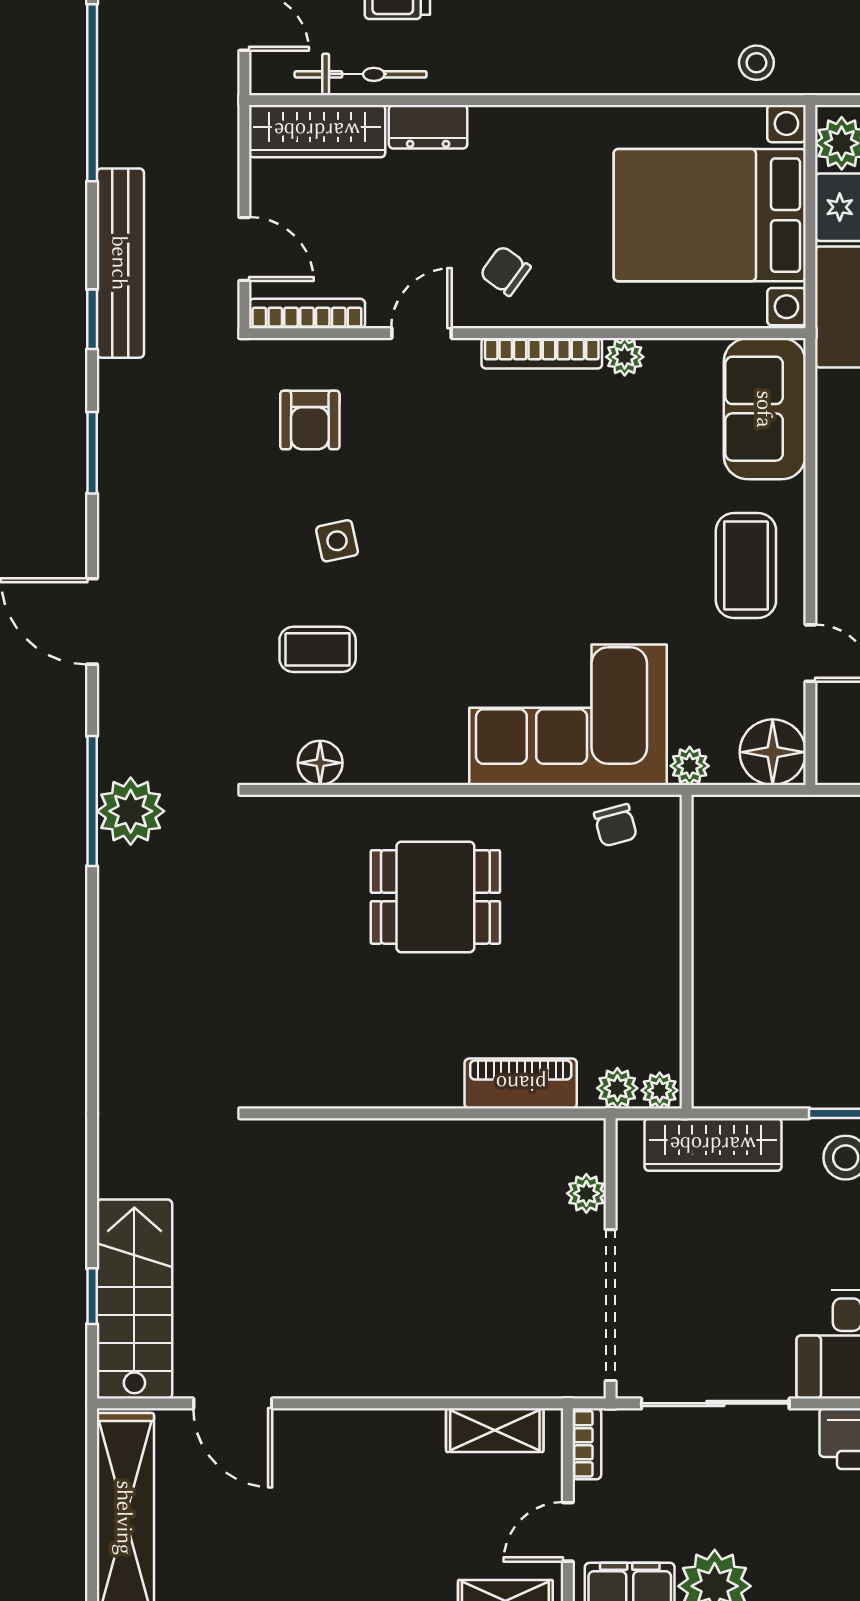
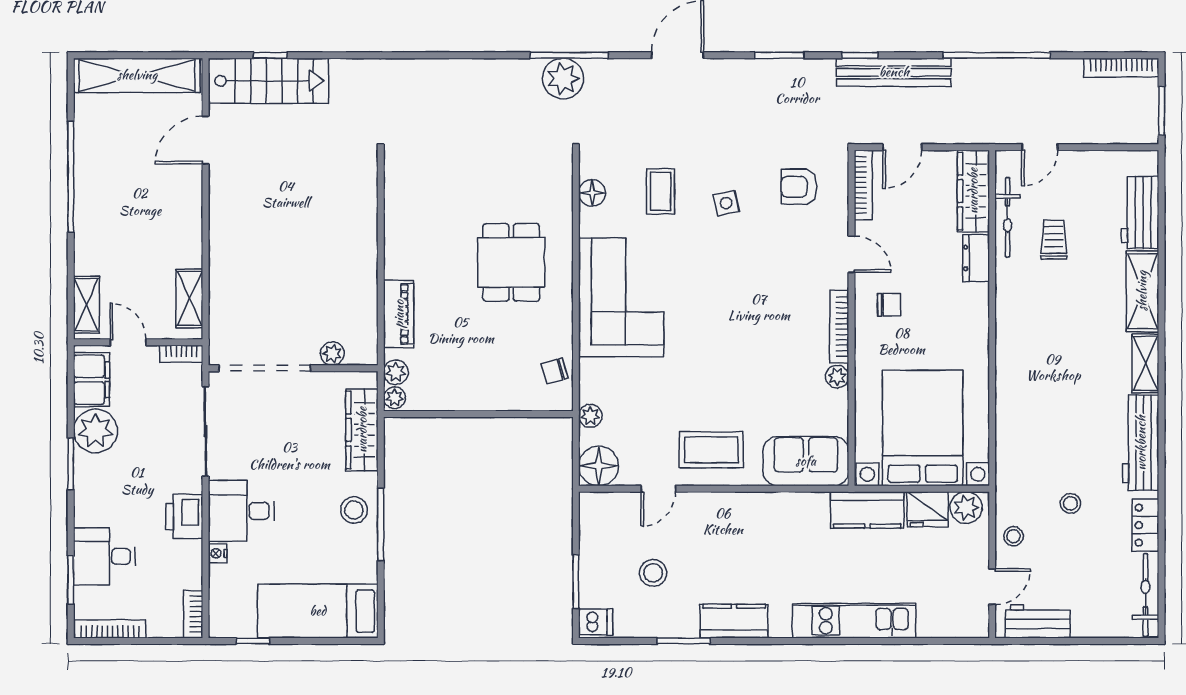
stool: (756, 63) -> (1015, 456), removed
chair: (505, 271) -> (889, 305), turned 54
corner sofa: (568, 715) -> (621, 297), moved

